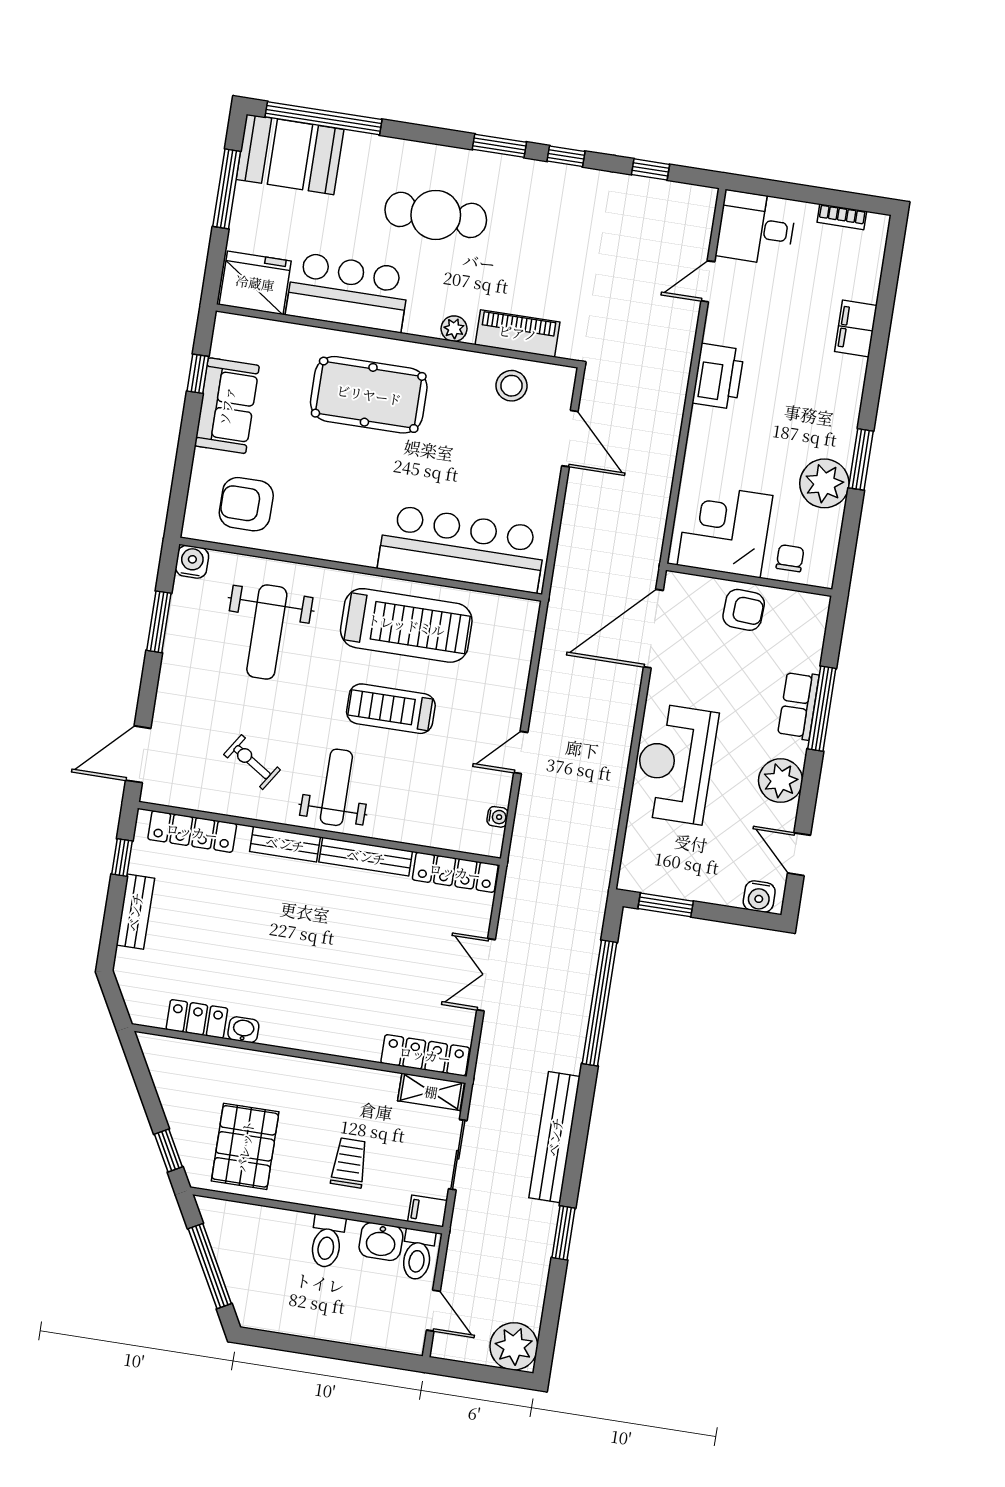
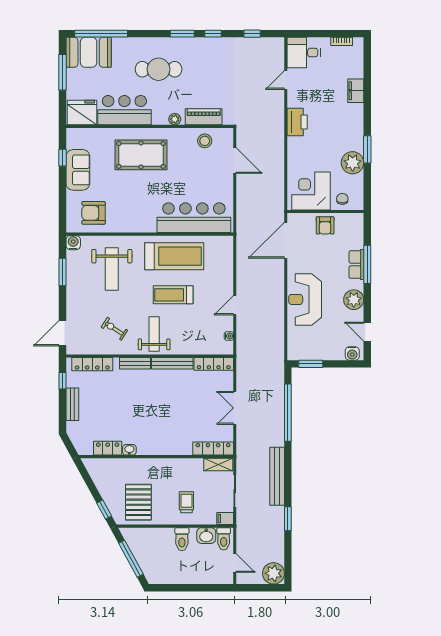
armchair: (744, 610) -> (325, 225), turned 87

